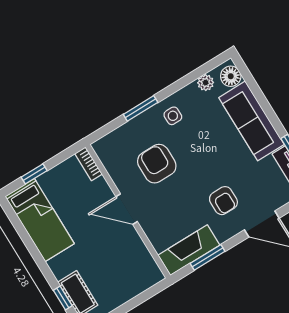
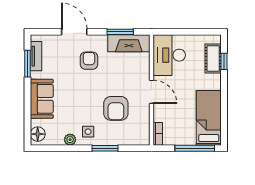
plant: (206, 83) -> (70, 140), moved
sofa: (252, 121) -> (42, 99), width x0.73
window: (34, 174) -> (195, 148), width x2.17
desk: (132, 266) -> (169, 55), added

